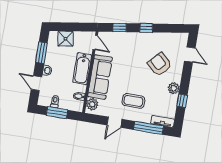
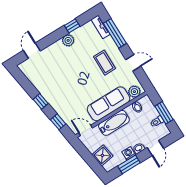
door: (95, 43) -> (86, 130), hinge flipped
washing machine: (50, 60) -> (129, 153), added
armchair: (160, 64) -> (59, 67), removed

